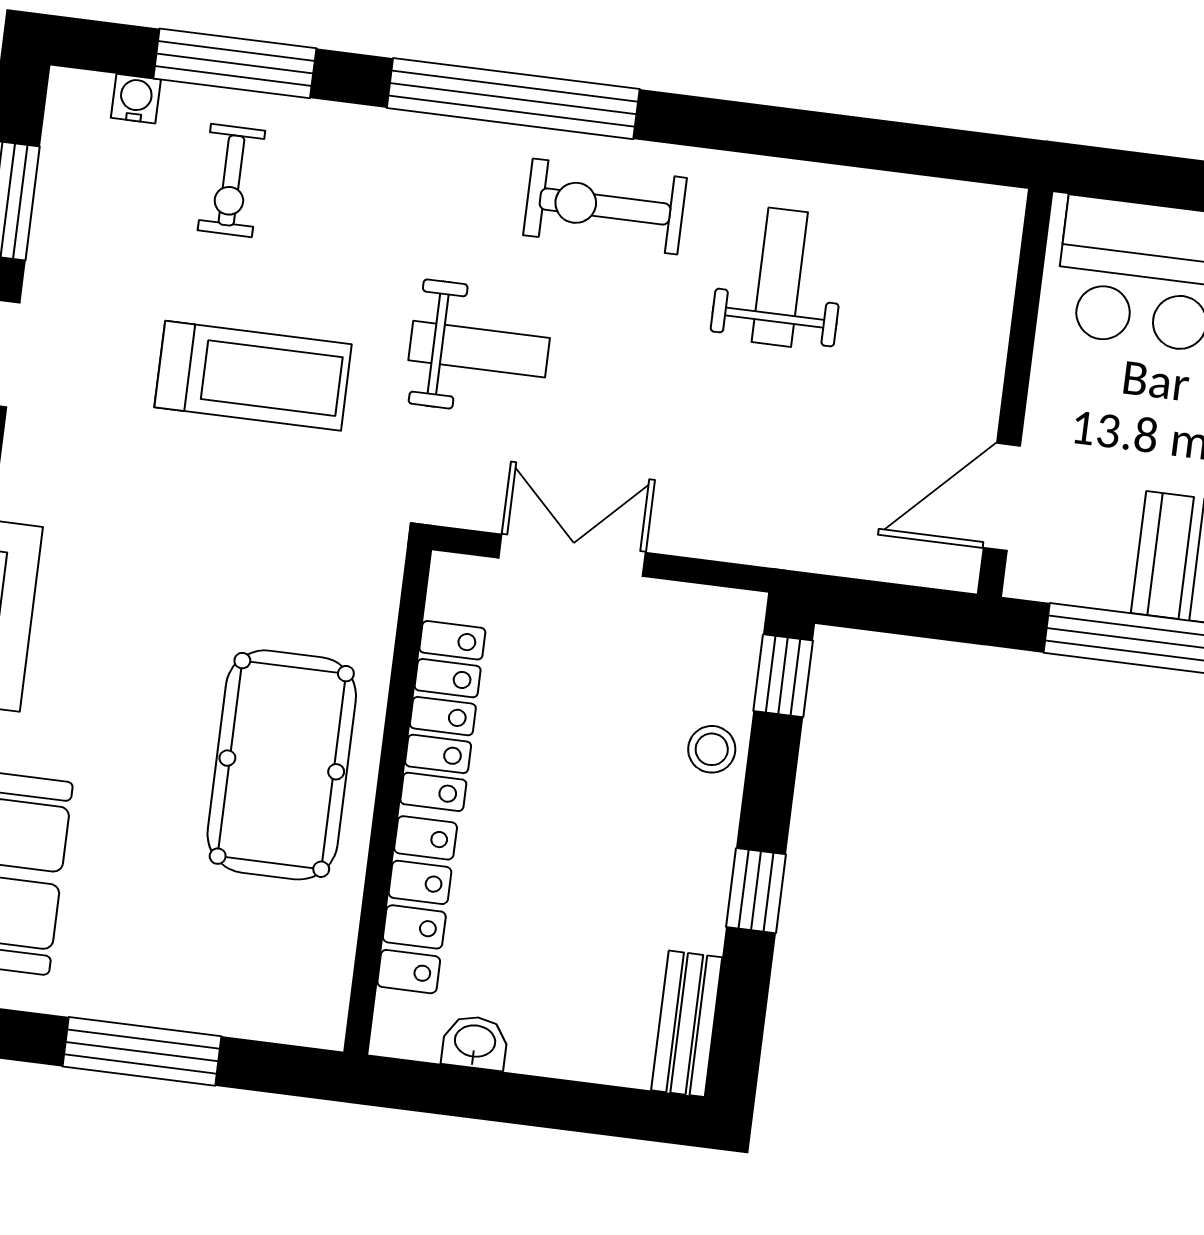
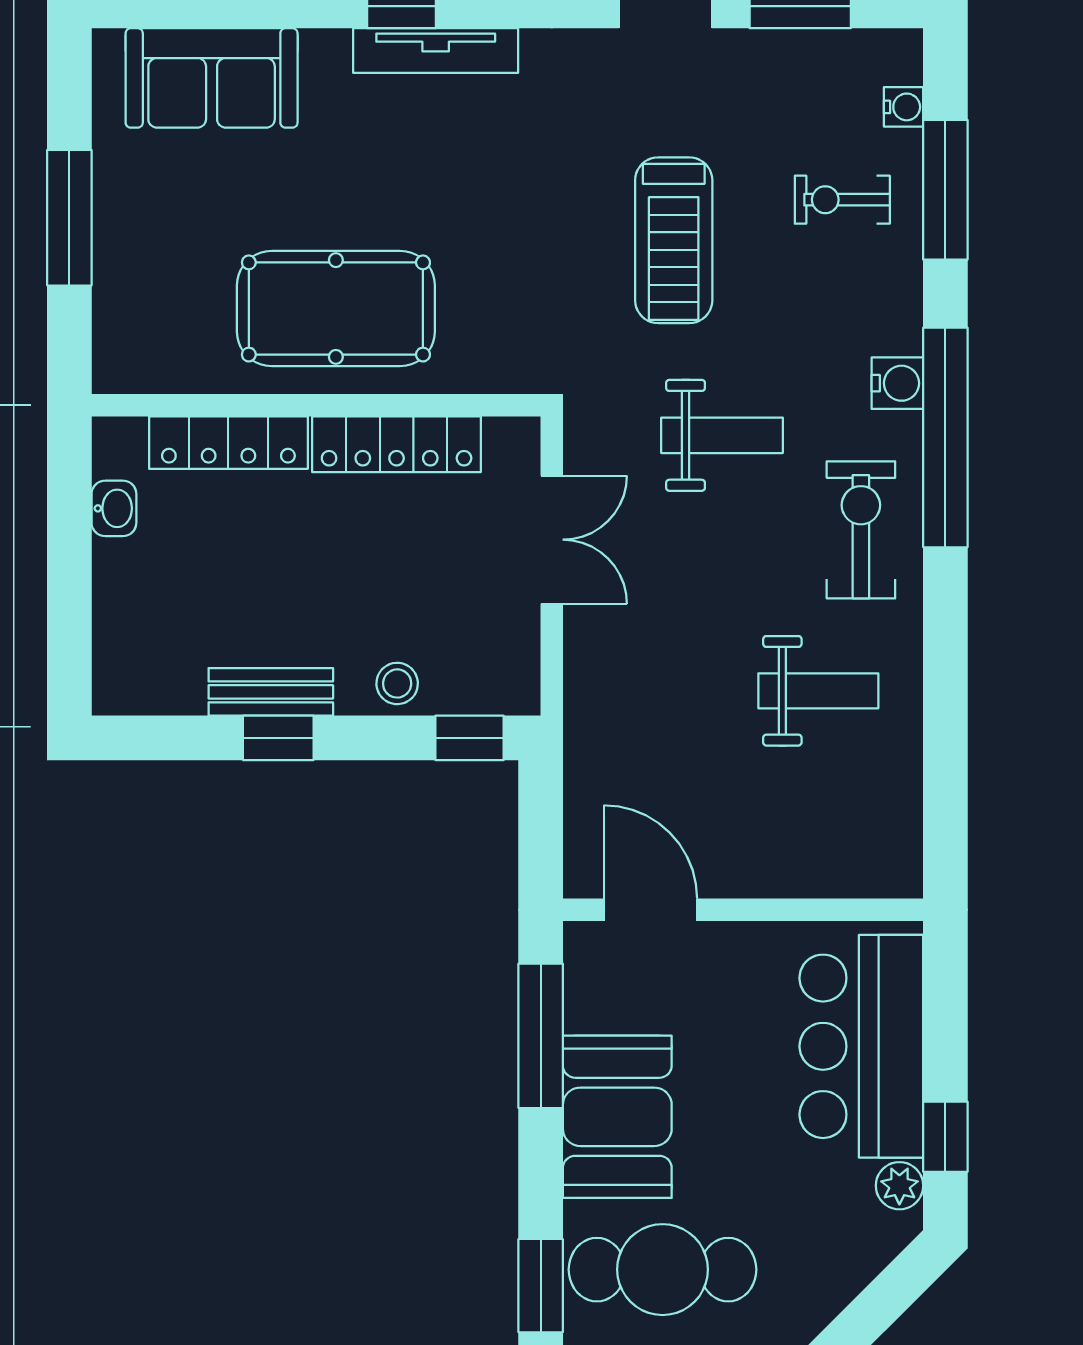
water cooler: (445, 145) -> (897, 383), added
weight bench: (479, 349) -> (722, 435), turned -90
bench: (687, 1024) -> (271, 692), moved

